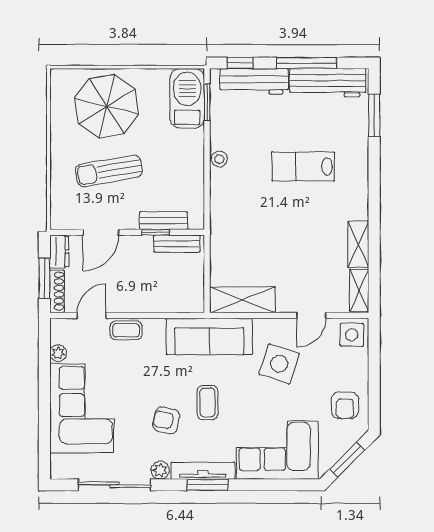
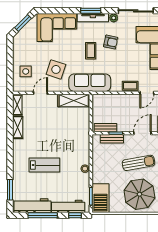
side table: (352, 335) -> (26, 71), moved
armchair: (345, 405) -> (24, 49), removed

